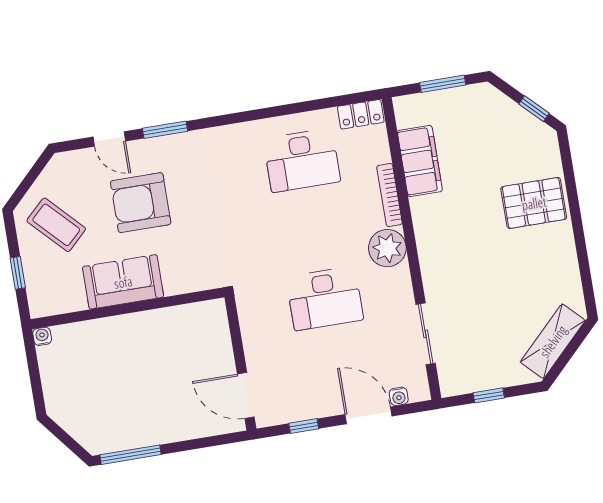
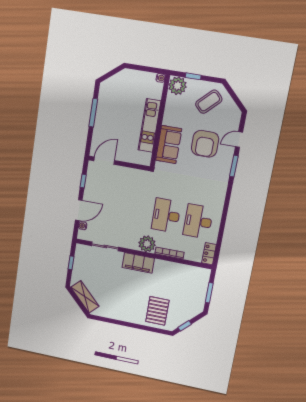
filing cabinet: (420, 161) -> (138, 263), moved
armchair: (141, 203) -> (205, 144), turned 180
pallet: (534, 203) -> (157, 311), moved
sofa: (123, 282) -> (169, 145), moved
plant: (46, 297) -> (177, 86), added
desk: (325, 298) -> (166, 215), moved
kitchen unit: (143, 327) -> (149, 126), added
window: (130, 455) -> (93, 113), moved

